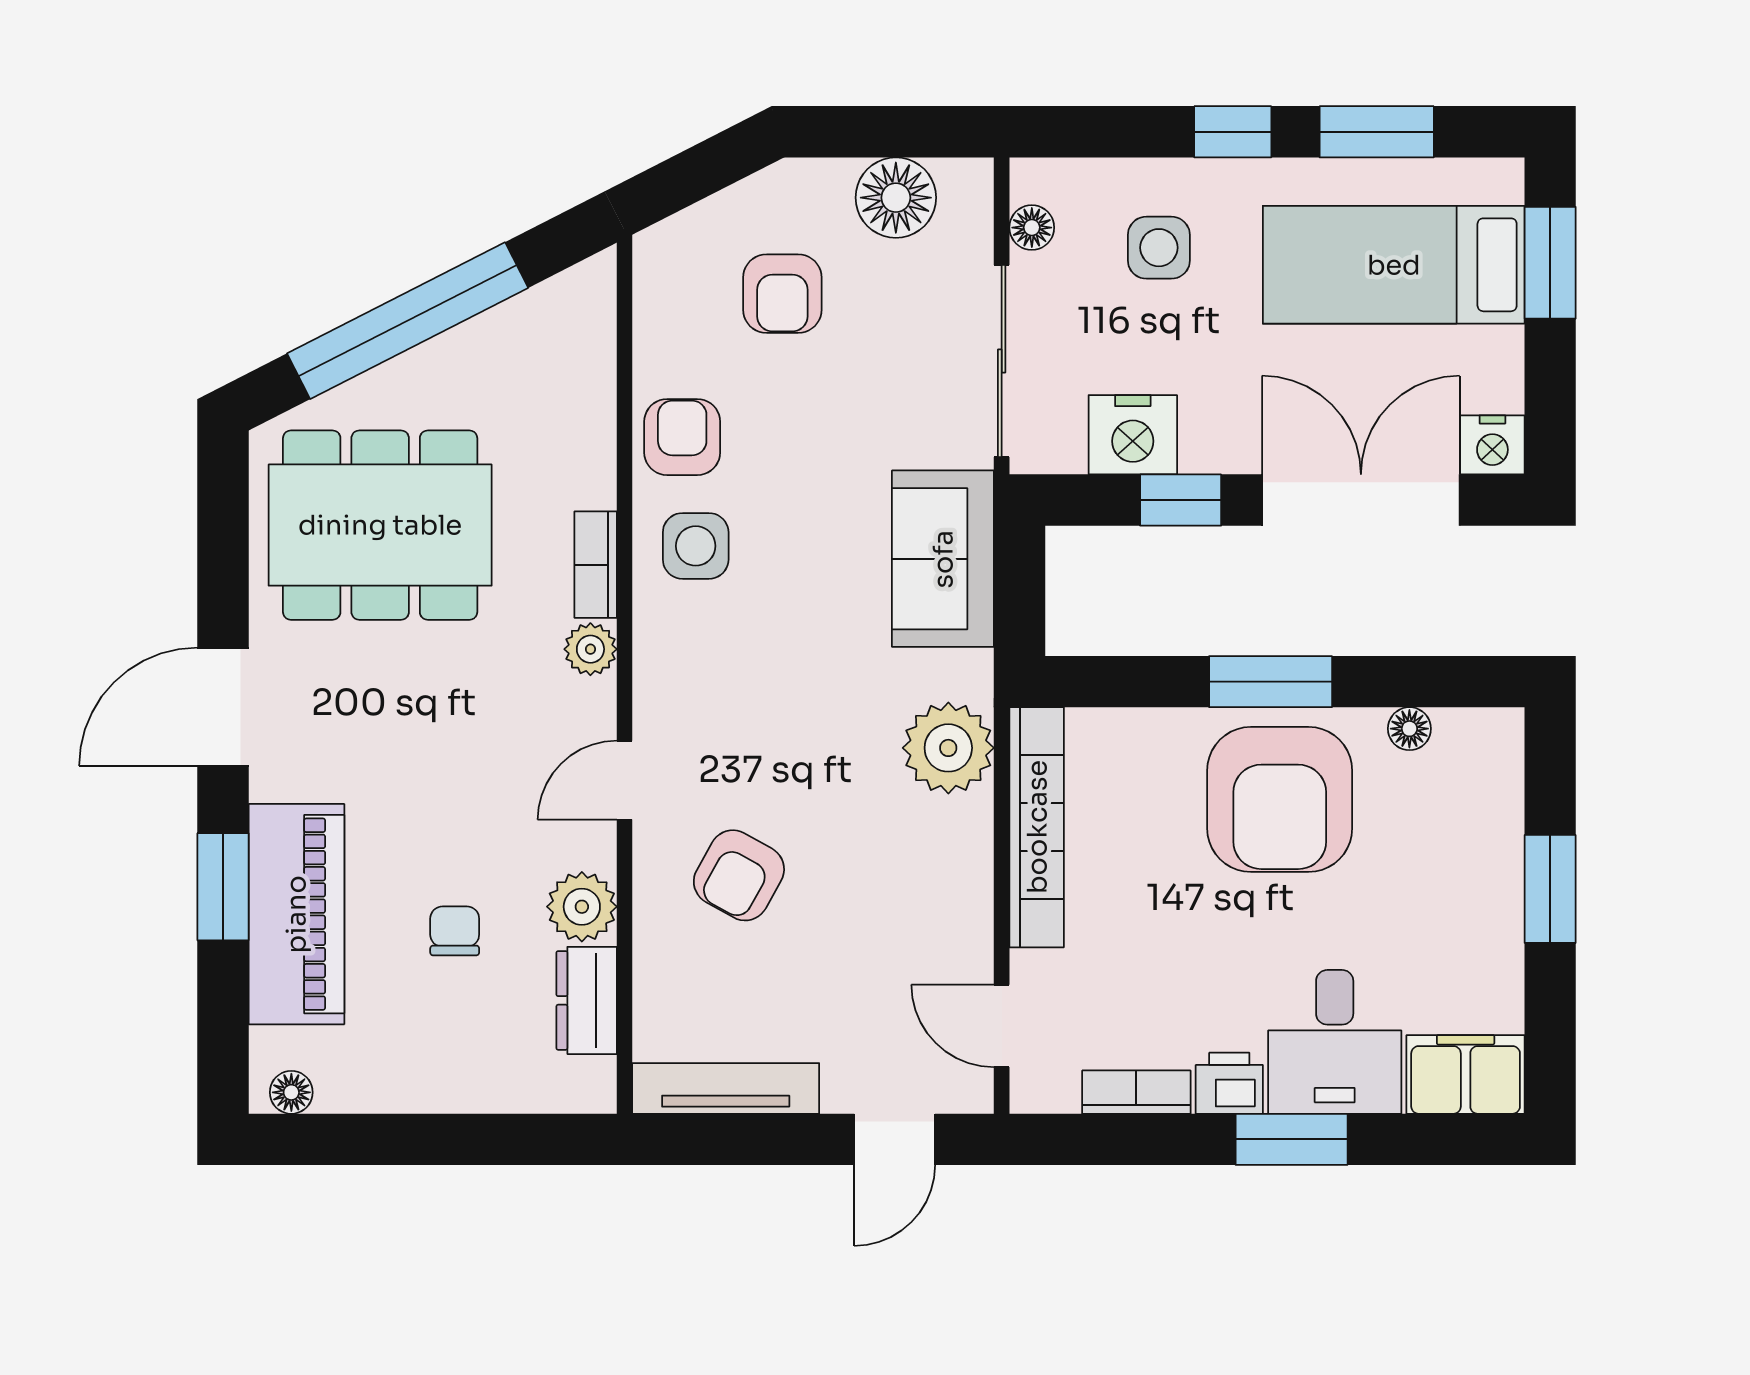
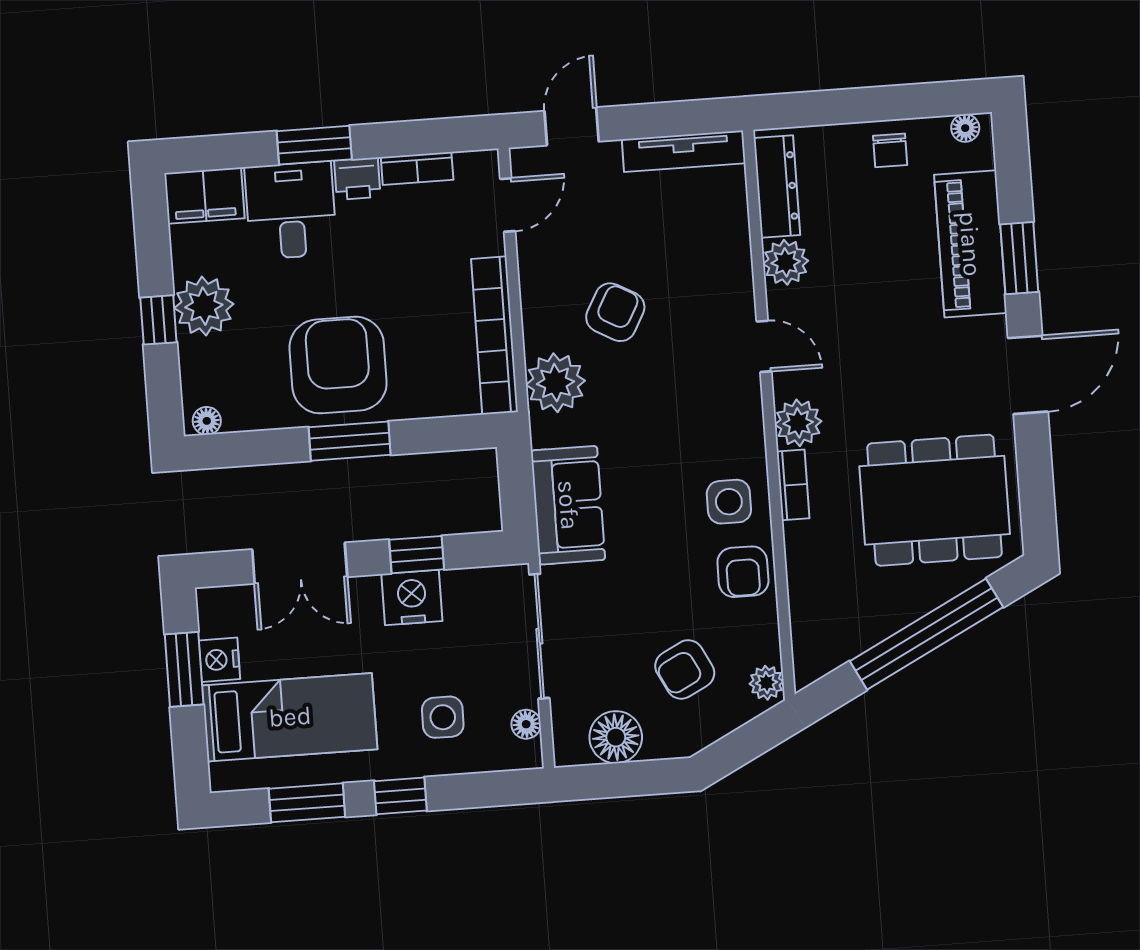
window: (1550, 263) -> (184, 669), moved
plant: (659, 264) -> (766, 683), added
armchair: (782, 294) -> (685, 669), turned -117
nightstand: (1133, 435) -> (412, 597), moved
nightstand: (1492, 445) -> (219, 660), moved, turned -90
double door: (1361, 500) -> (300, 563), width x0.73
plant: (590, 649) -> (798, 423), width x1.38, depth x1.38
floor lamp: (1409, 729) -> (207, 421), moved
door: (624, 780) -> (764, 346), hinge flipped
armchair: (739, 875) -> (615, 312), moved
window: (1550, 889) -> (158, 320), width x0.67
plant: (1479, 905) -> (204, 306), added
chair: (455, 931) -> (890, 150), moved
dresser: (587, 1000) -> (777, 187), width x1.44
door: (1002, 1026) -> (508, 205), hinge flipped

